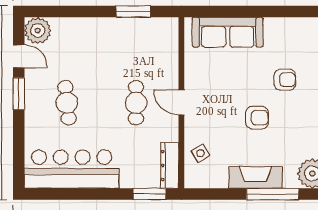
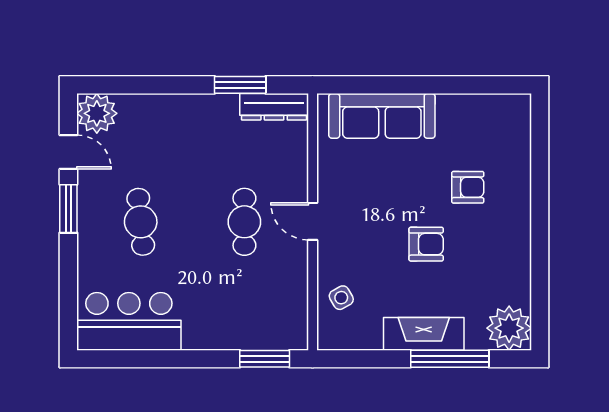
dresser: (170, 165) -> (274, 107), moved, turned -90
bar counter: (72, 169) -> (129, 321), width x0.73

